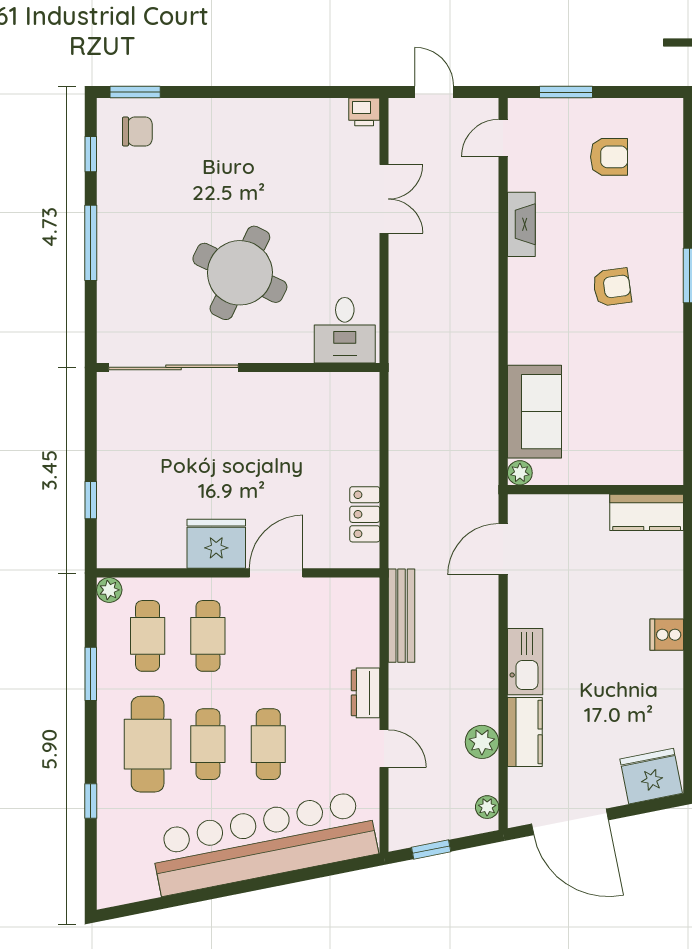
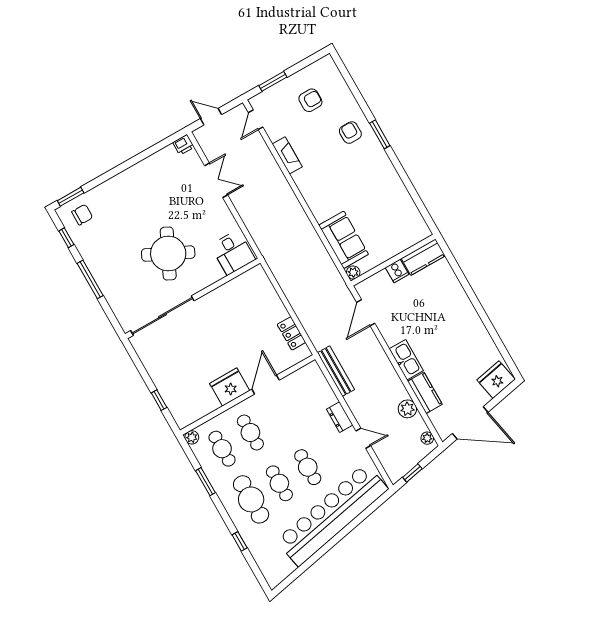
armchair: (612, 287) -> (350, 133), moved, turned -82
cooker: (667, 635) -> (397, 271), moved, turned -90

